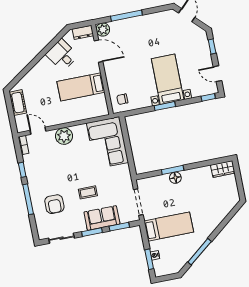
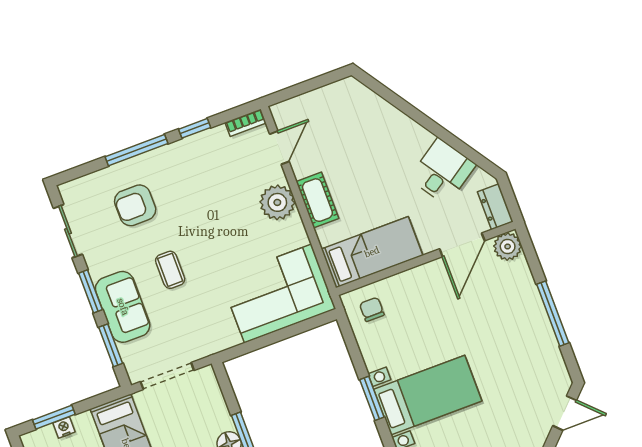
window: (126, 16) -> (553, 314), moved
bed: (81, 87) -> (372, 252), moved, turned 90
cot: (18, 103) -> (317, 200), moved, turned 90

